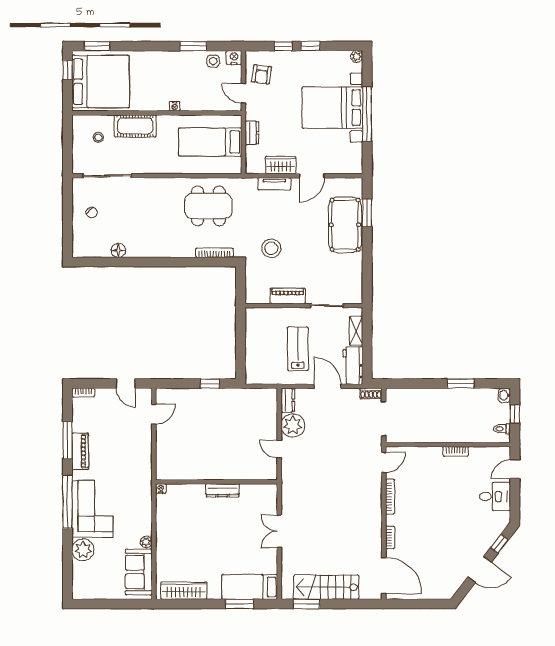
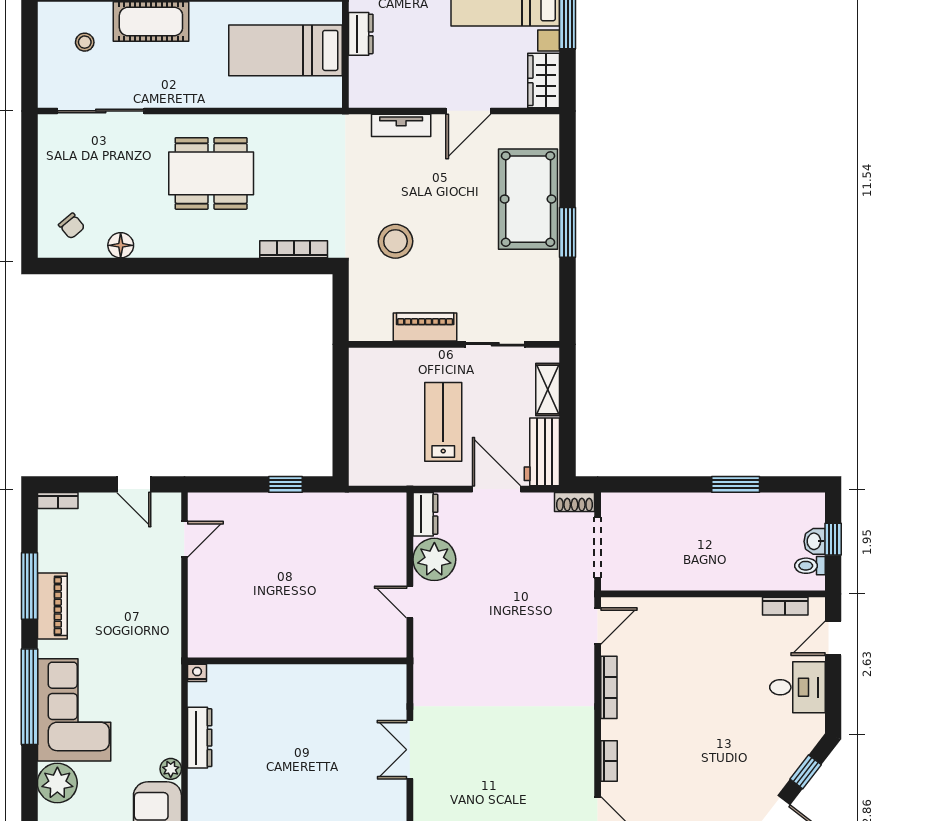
wardrobe: (281, 165) -> (544, 81), moved, turned -90
dining table: (208, 206) -> (211, 173), moved
chair: (92, 213) -> (72, 226), moved
window: (367, 213) -> (568, 232), moved
washbasin: (505, 395) -> (815, 541), moved
bookcase: (456, 451) -> (785, 606), moved
dresser: (222, 490) -> (200, 738), moved, turned -90

